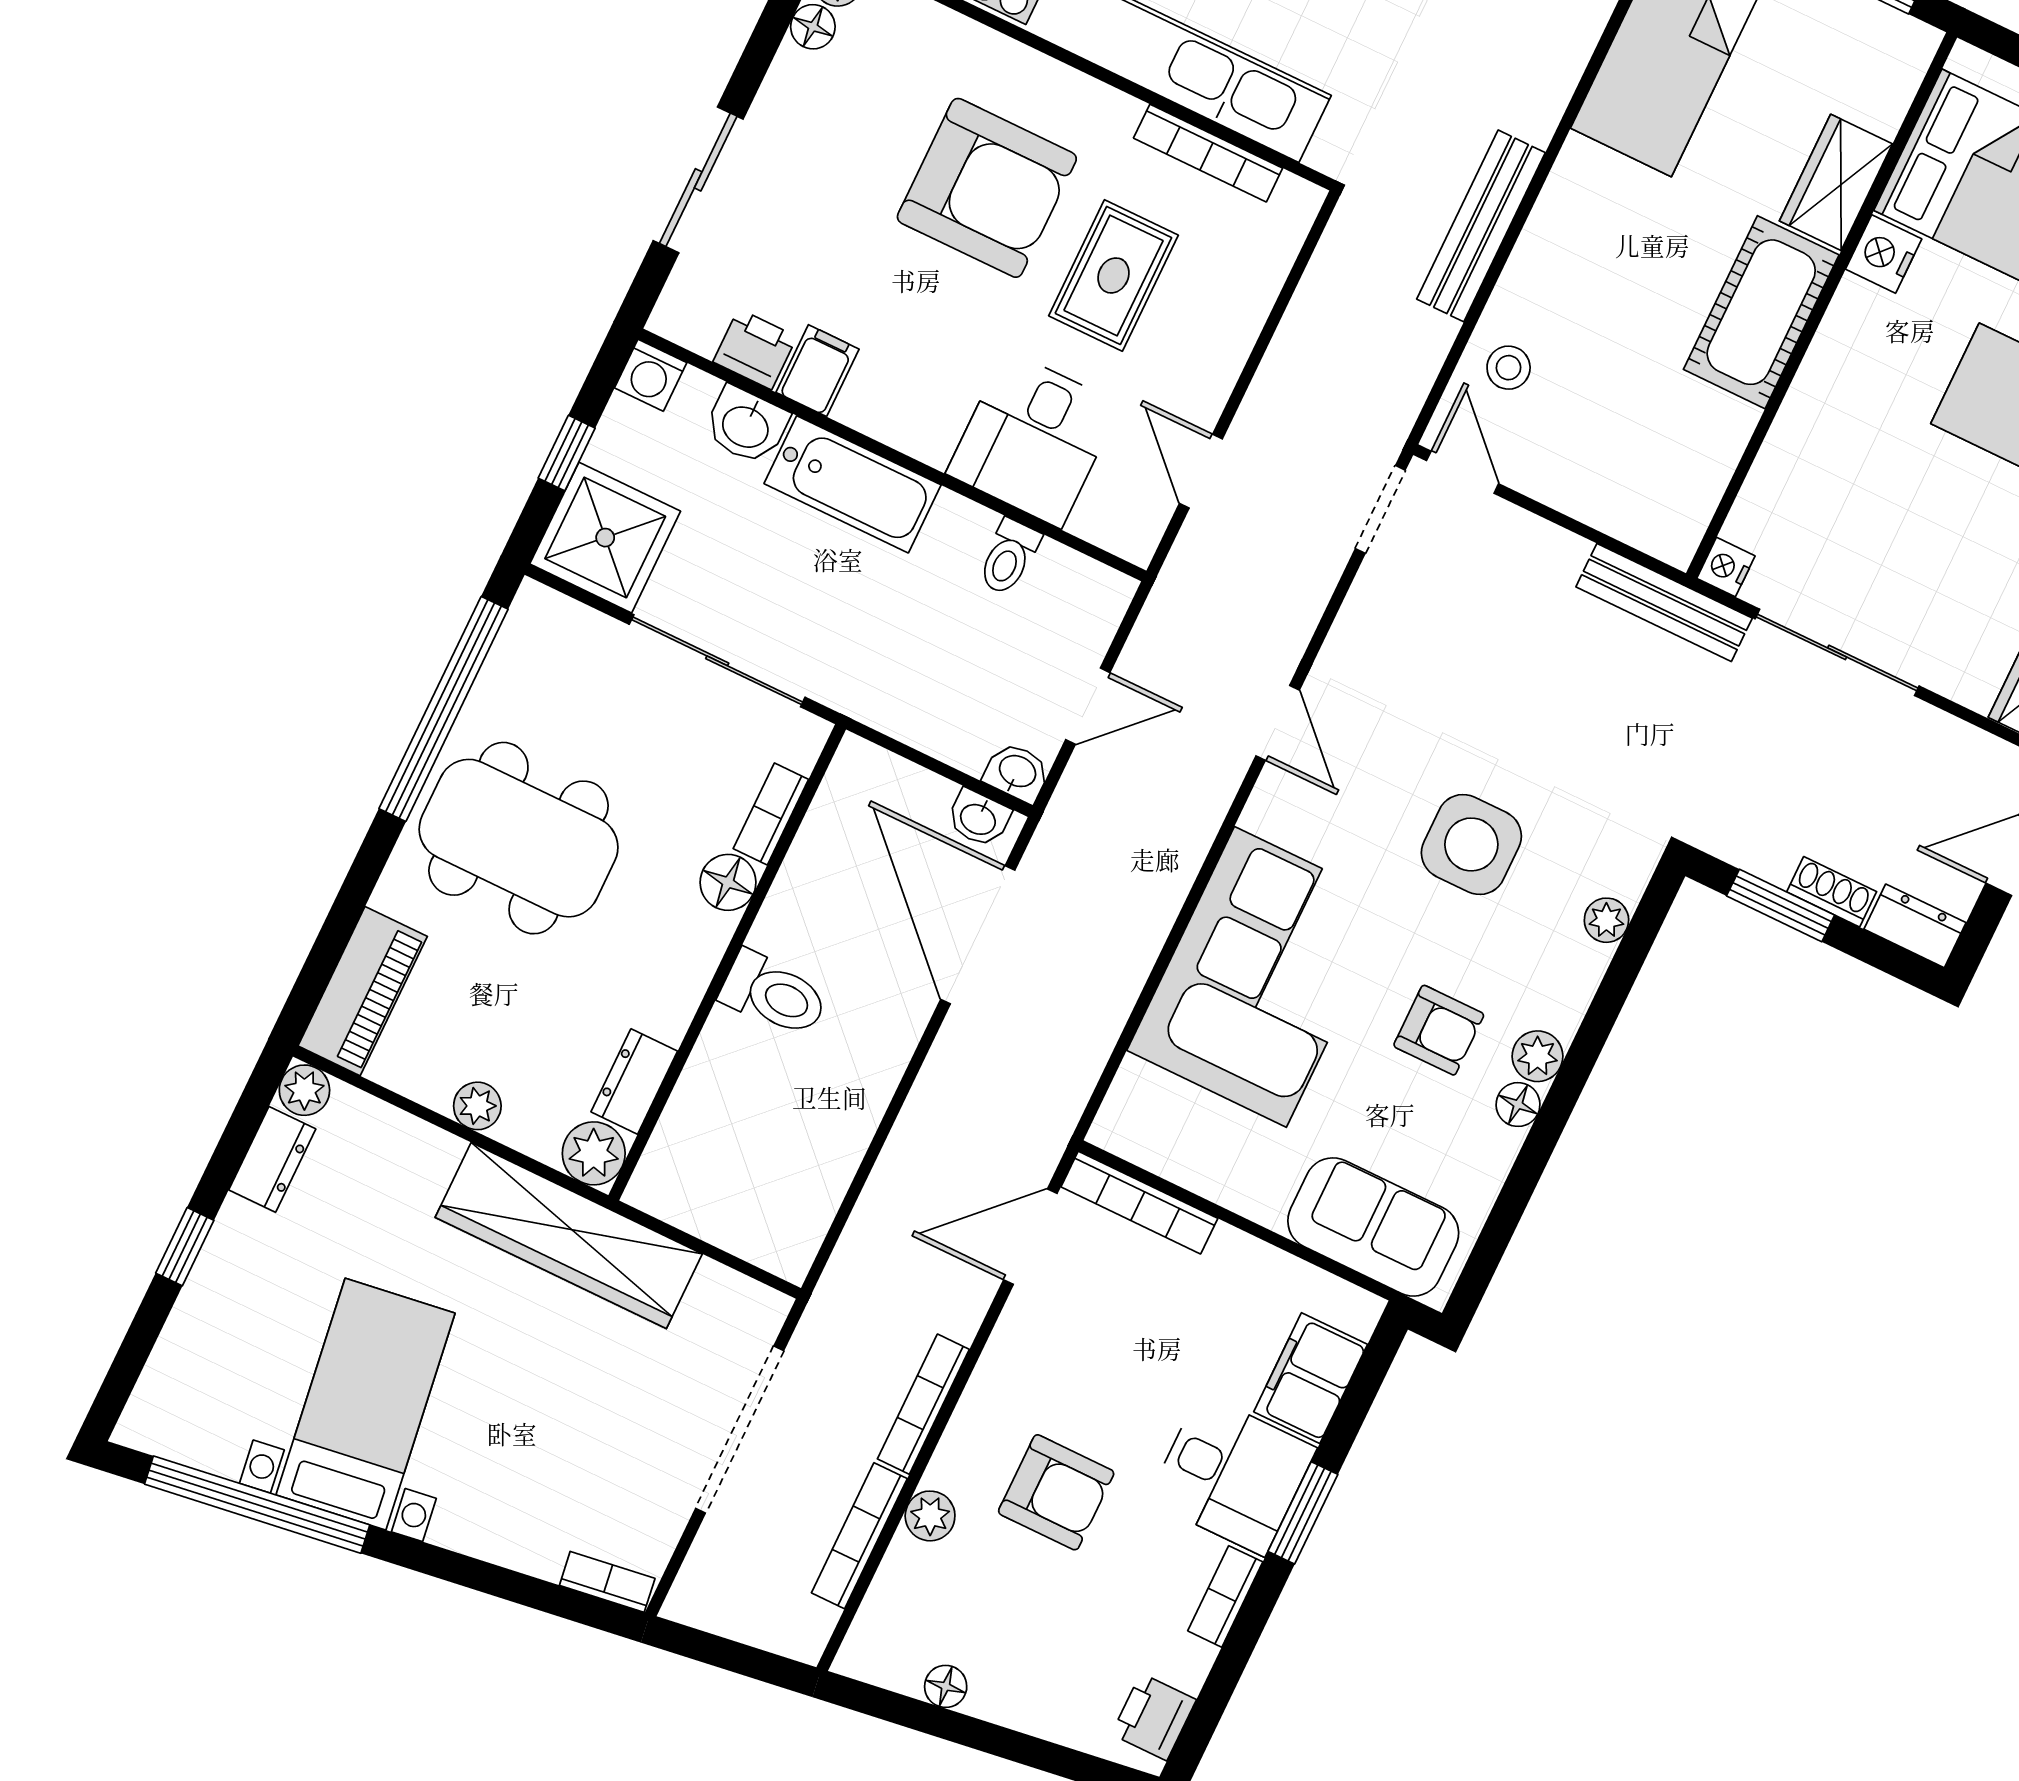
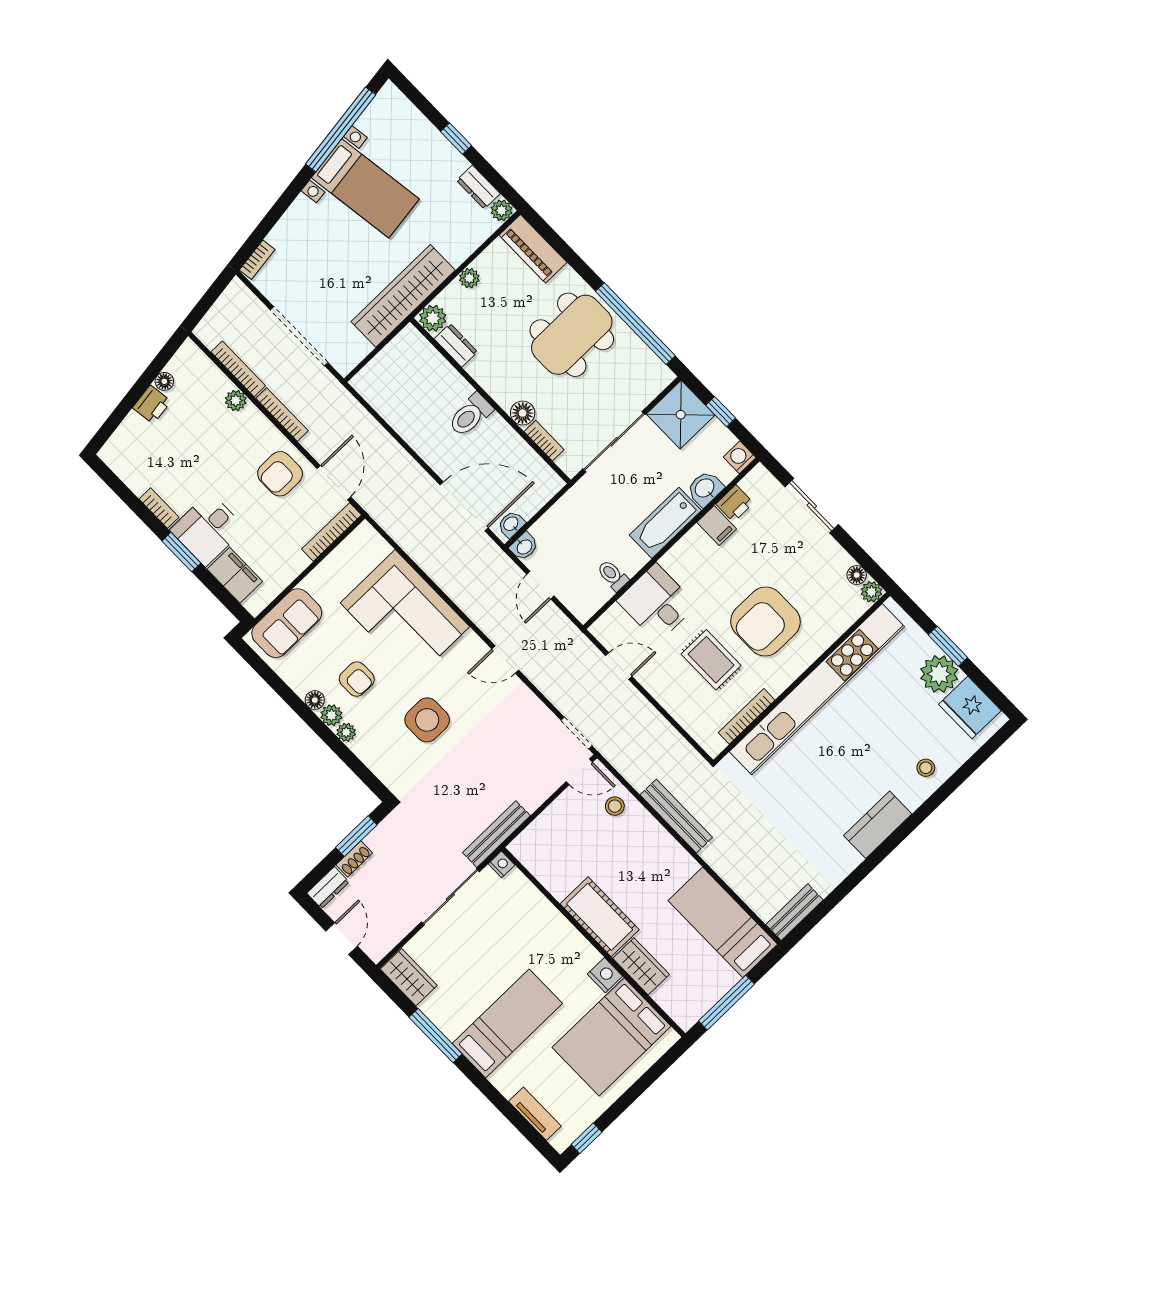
plant: (1606, 920) -> (346, 732), moved
armchair: (1439, 1030) -> (357, 679), turned -90
armchair: (1056, 1492) -> (280, 474), moved
printer: (1154, 1717) -> (152, 404), moved, turned 82

